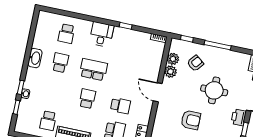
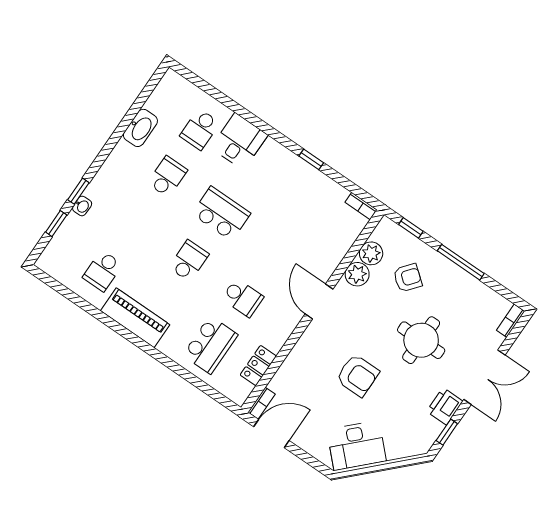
desk: (102, 34) -> (239, 141), moved
washbasin: (35, 58) -> (140, 128), moved

